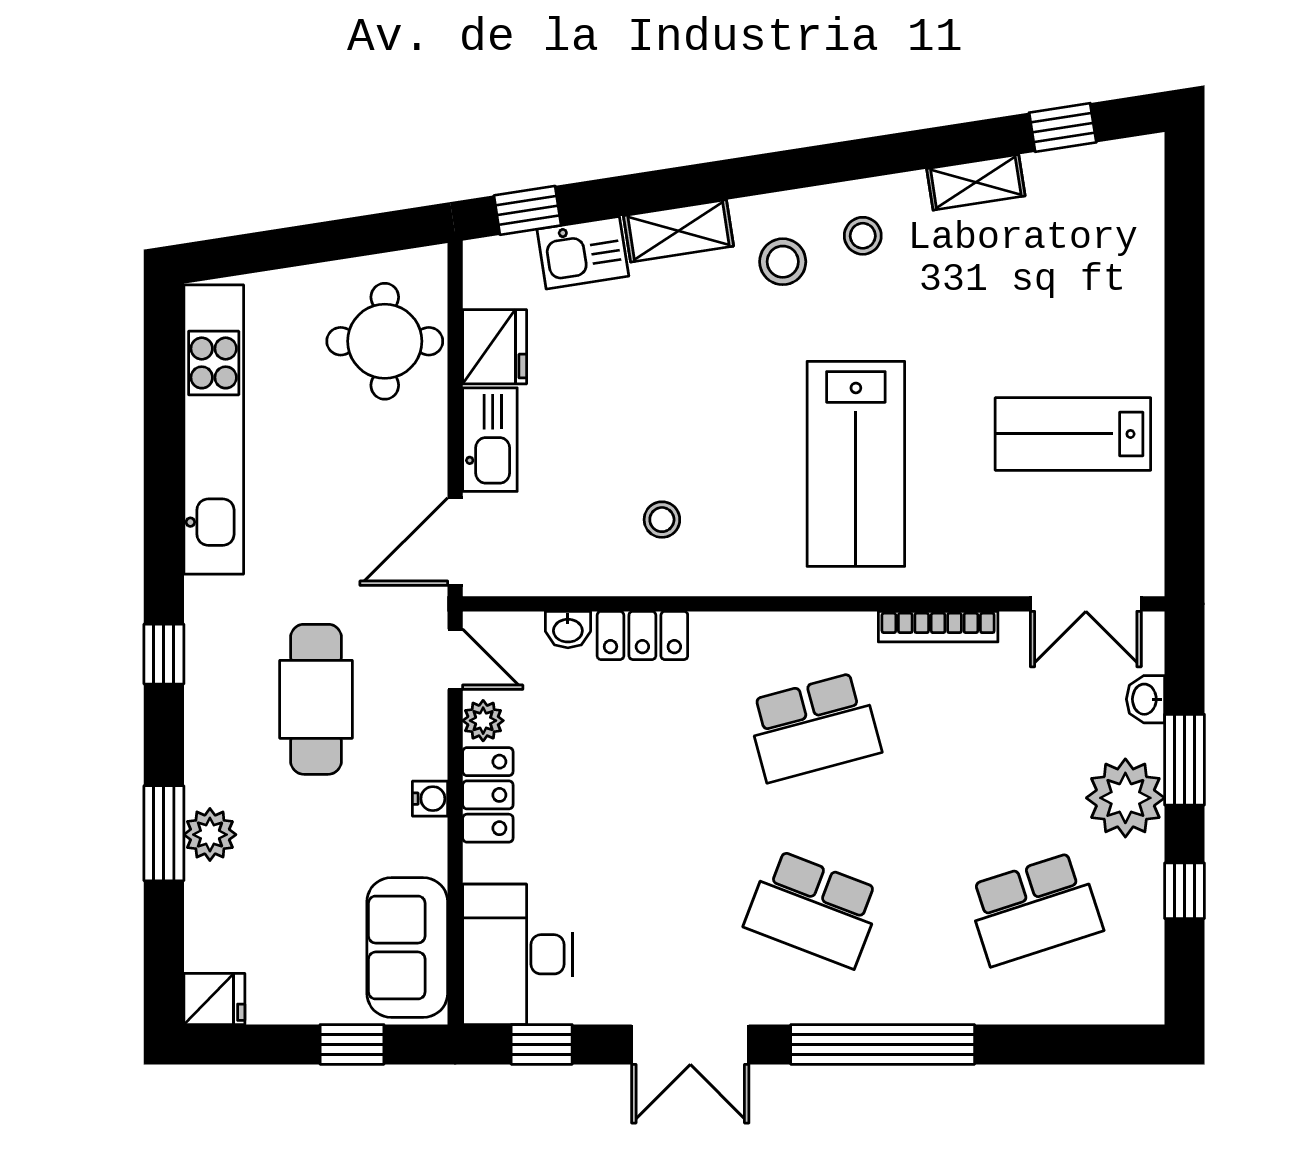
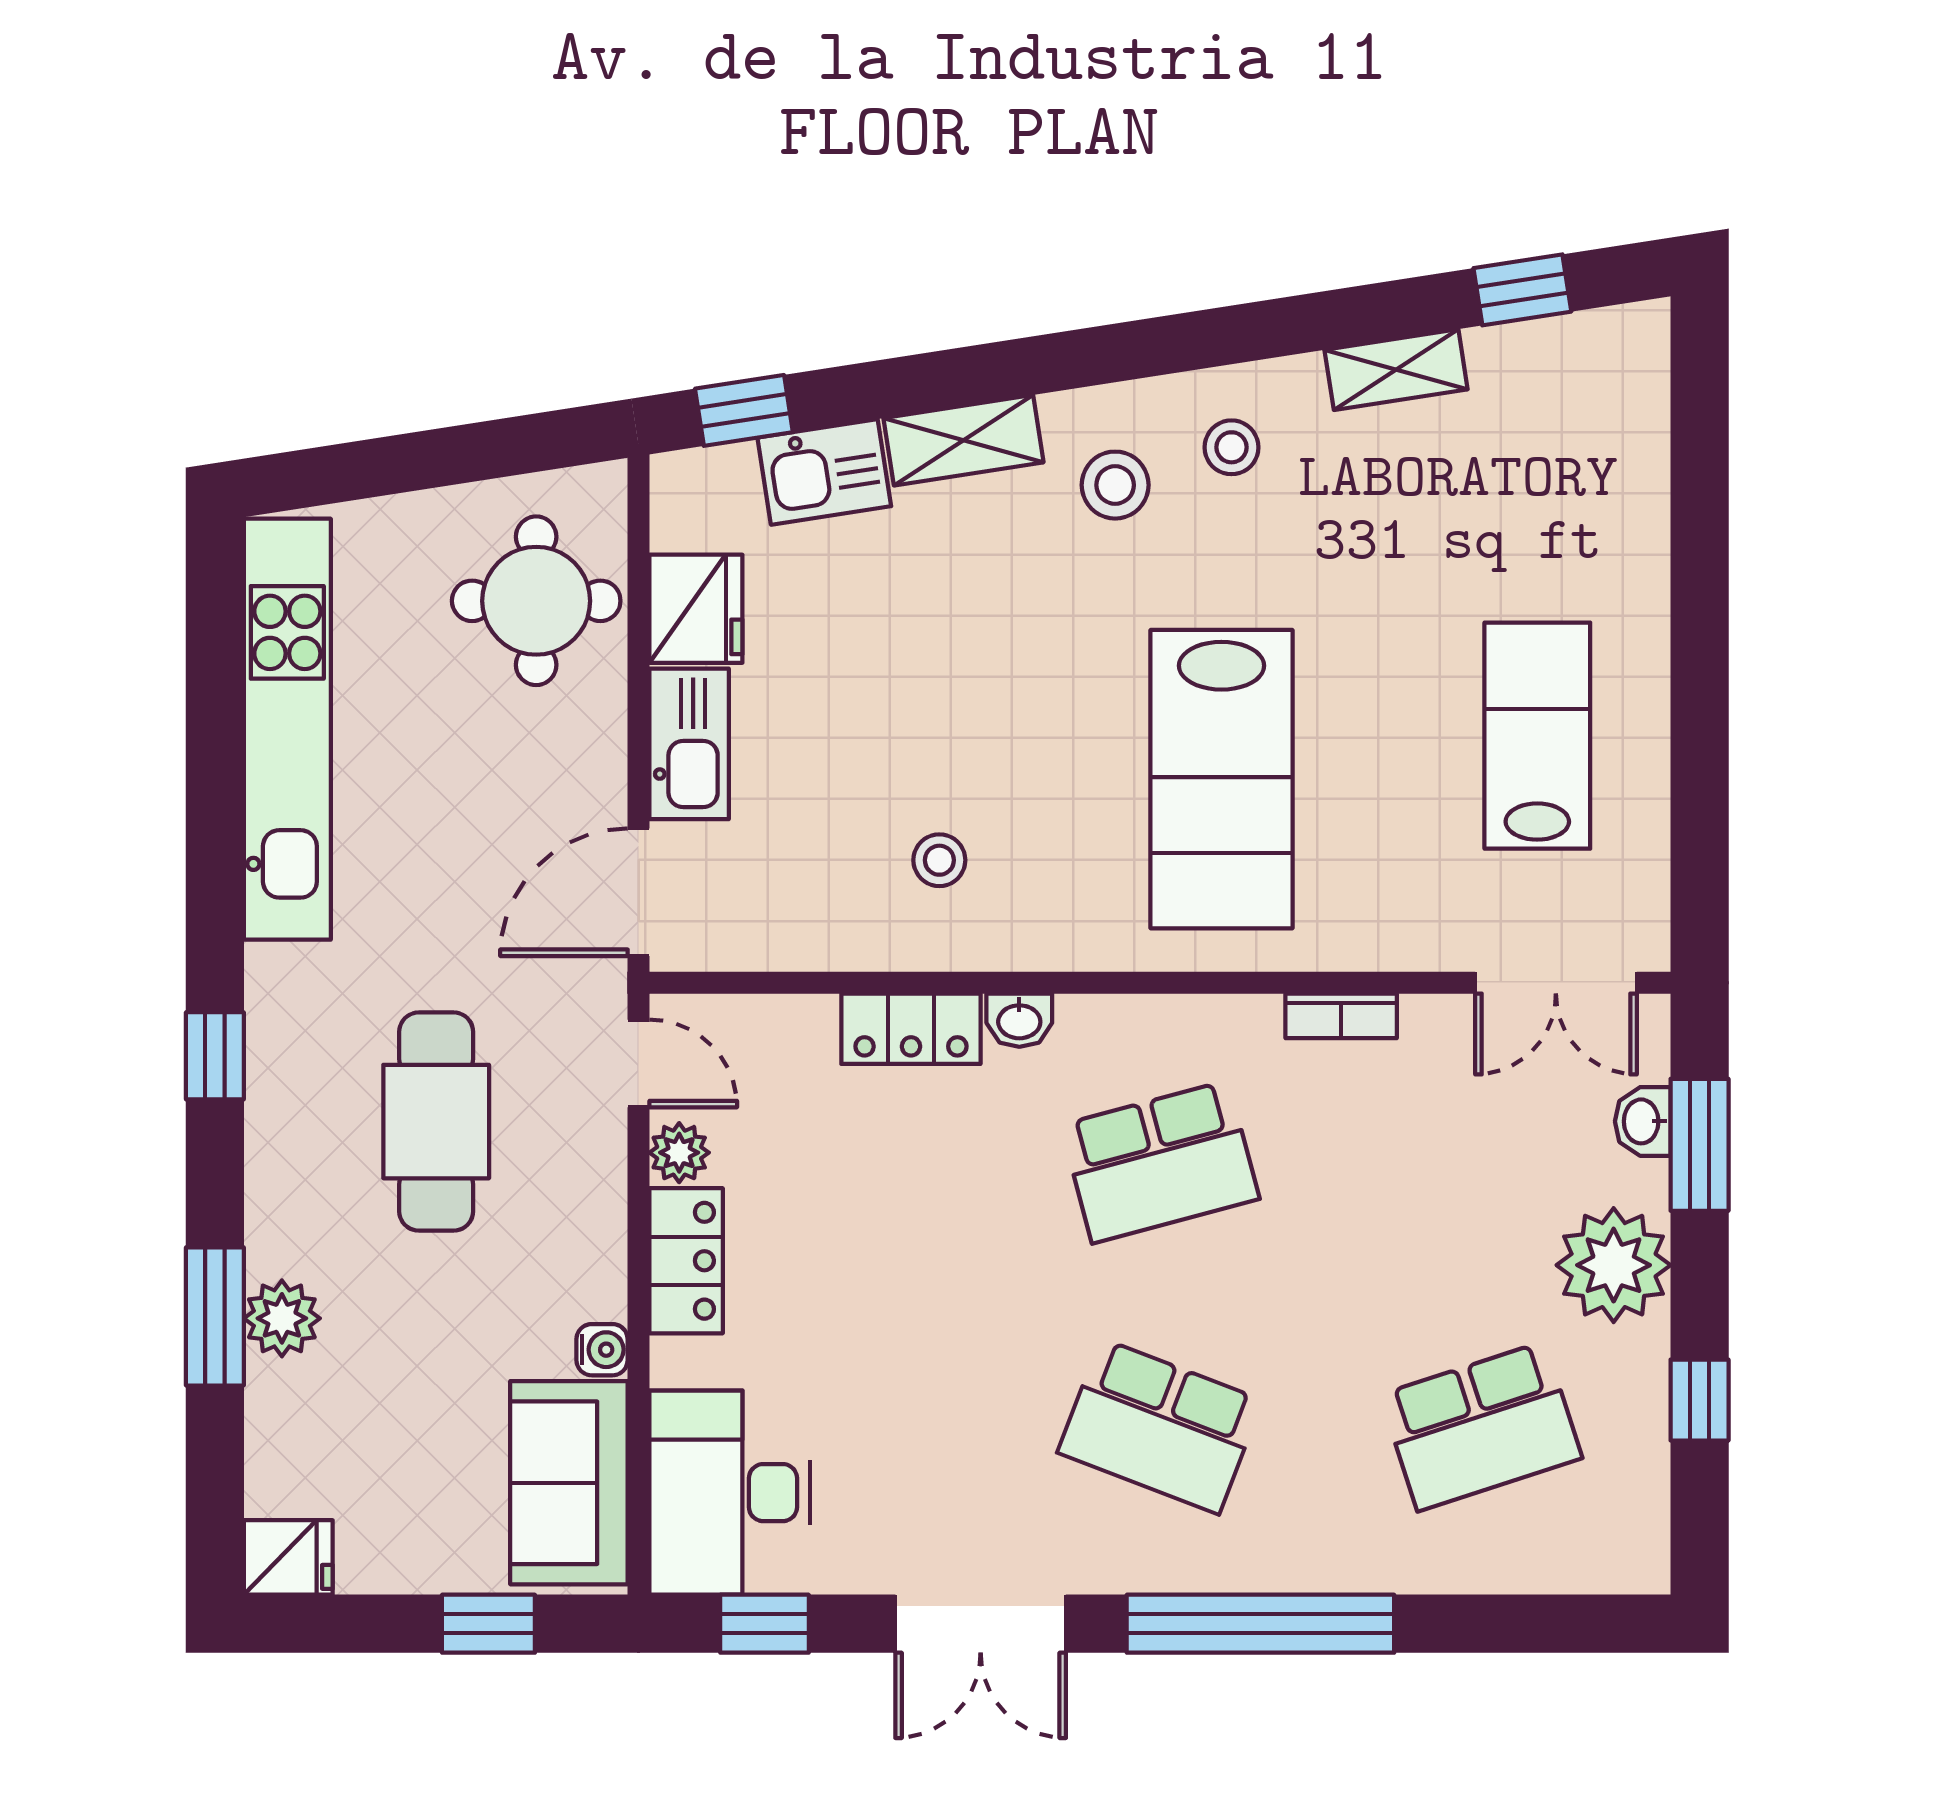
lab bench: (1073, 434) -> (1537, 736), turned 90
bookcase: (938, 627) -> (1341, 1016), width x0.64
washbasin: (568, 630) -> (1019, 1020), moved
window: (1185, 760) -> (1700, 1145), moved
water cooler: (430, 799) -> (602, 1350), moved

